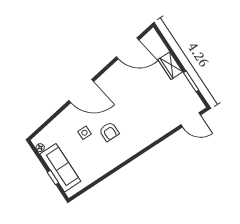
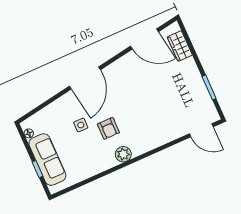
wardrobe: (170, 66) -> (180, 46), moved
door: (81, 91) -> (85, 78), hinge flipped
plant: (126, 152) -> (123, 154), added

